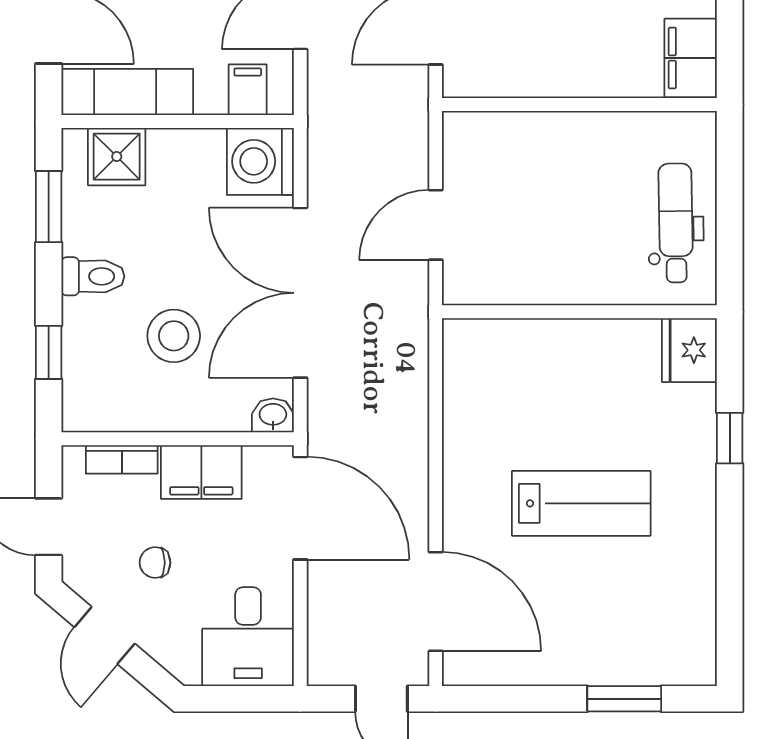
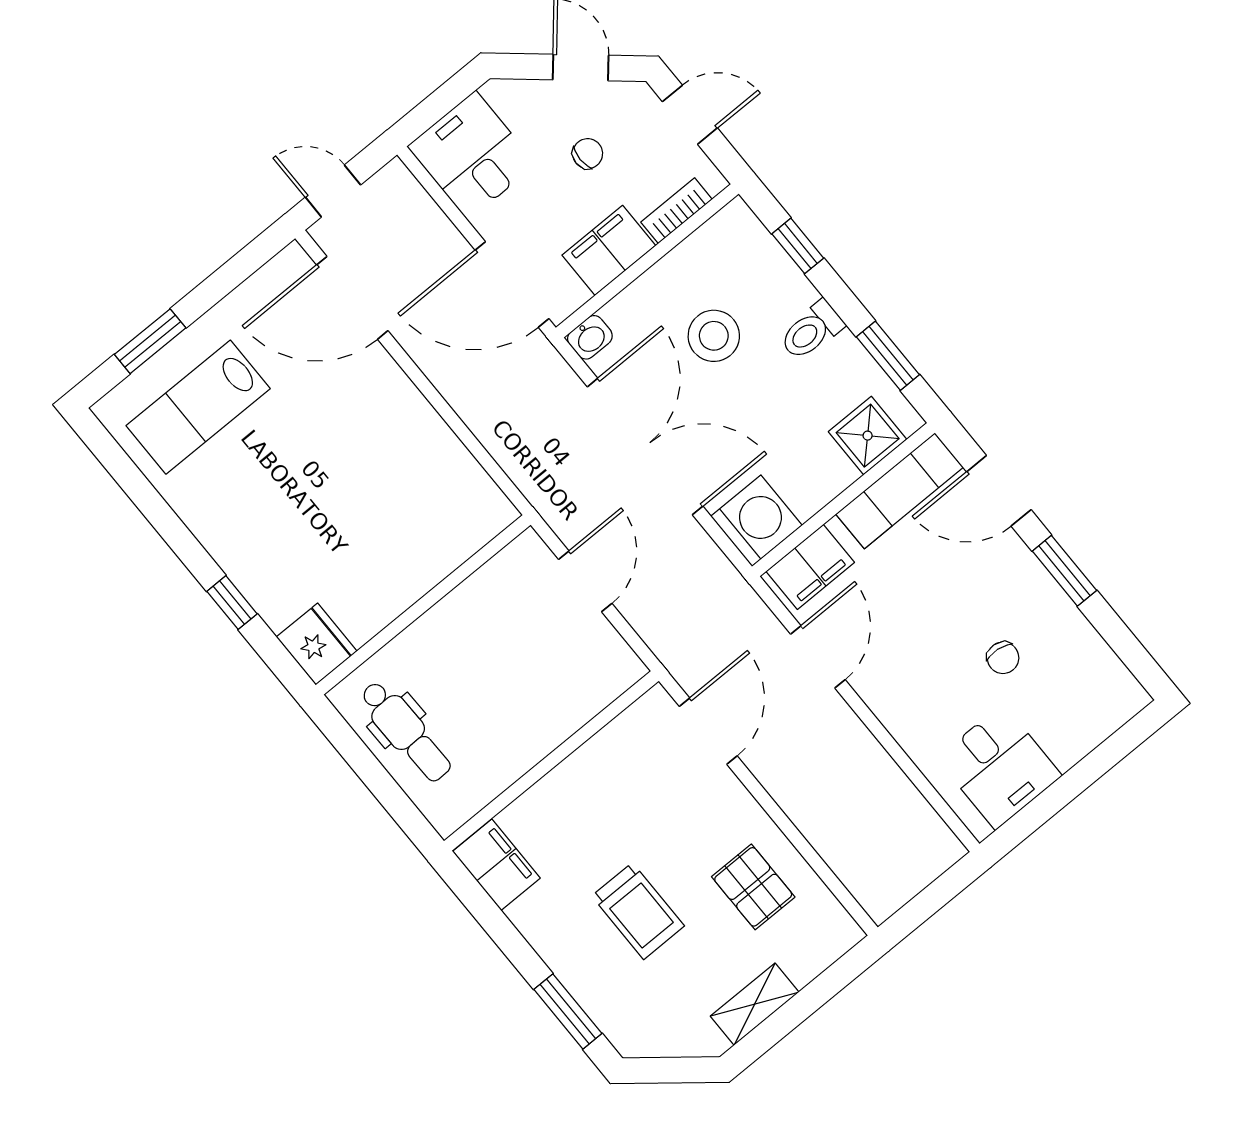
filing cabinet: (248, 90) -> (810, 567), width x2.00
lab bench: (581, 503) -> (198, 407), moved

